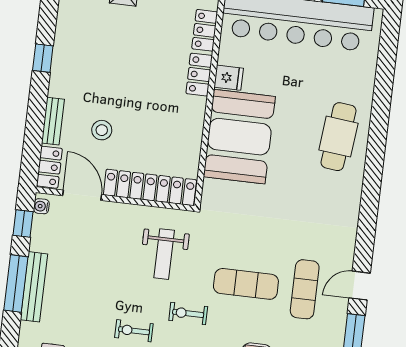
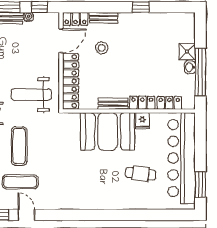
bench: (195, 122) -> (113, 104), added
cafe table: (338, 137) -> (141, 174), moved, width x0.73, depth x0.74
water cooler: (41, 206) -> (29, 17), moved
weight bench: (164, 254) -> (31, 95), width x1.36, depth x1.33

